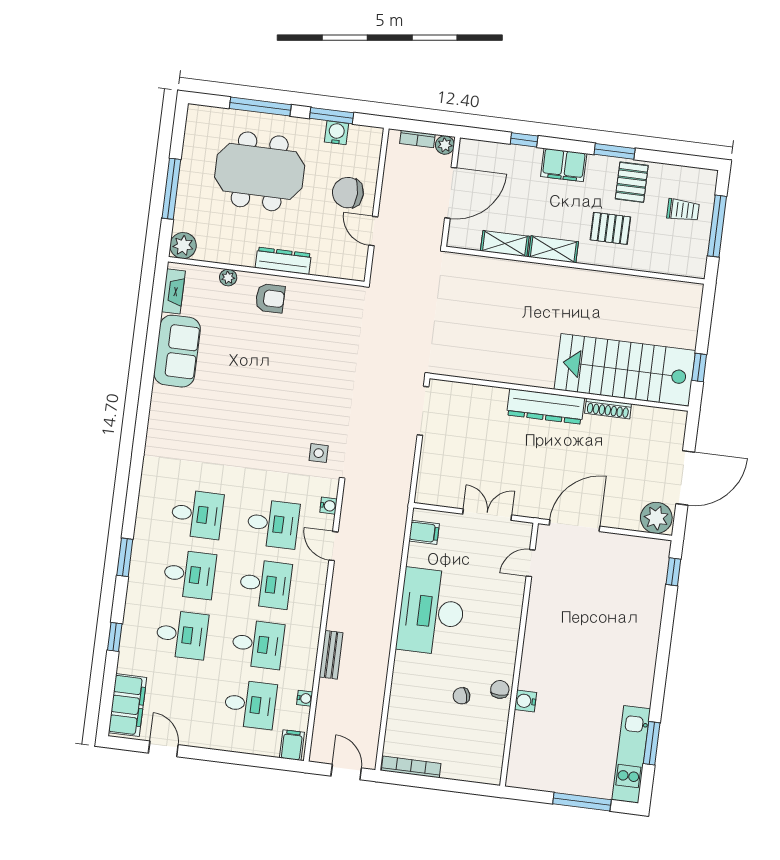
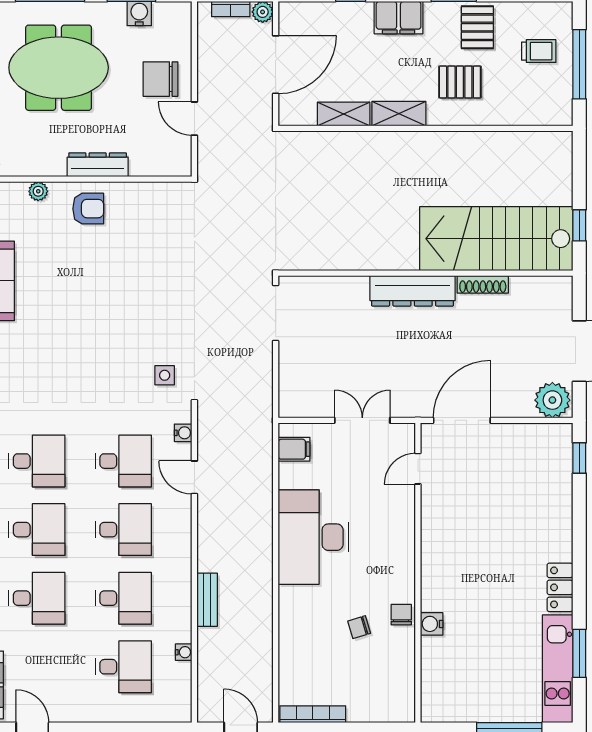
locker: (642, 683) -> (560, 587), added
filing cabinet: (292, 745) -> (176, 706), removed

